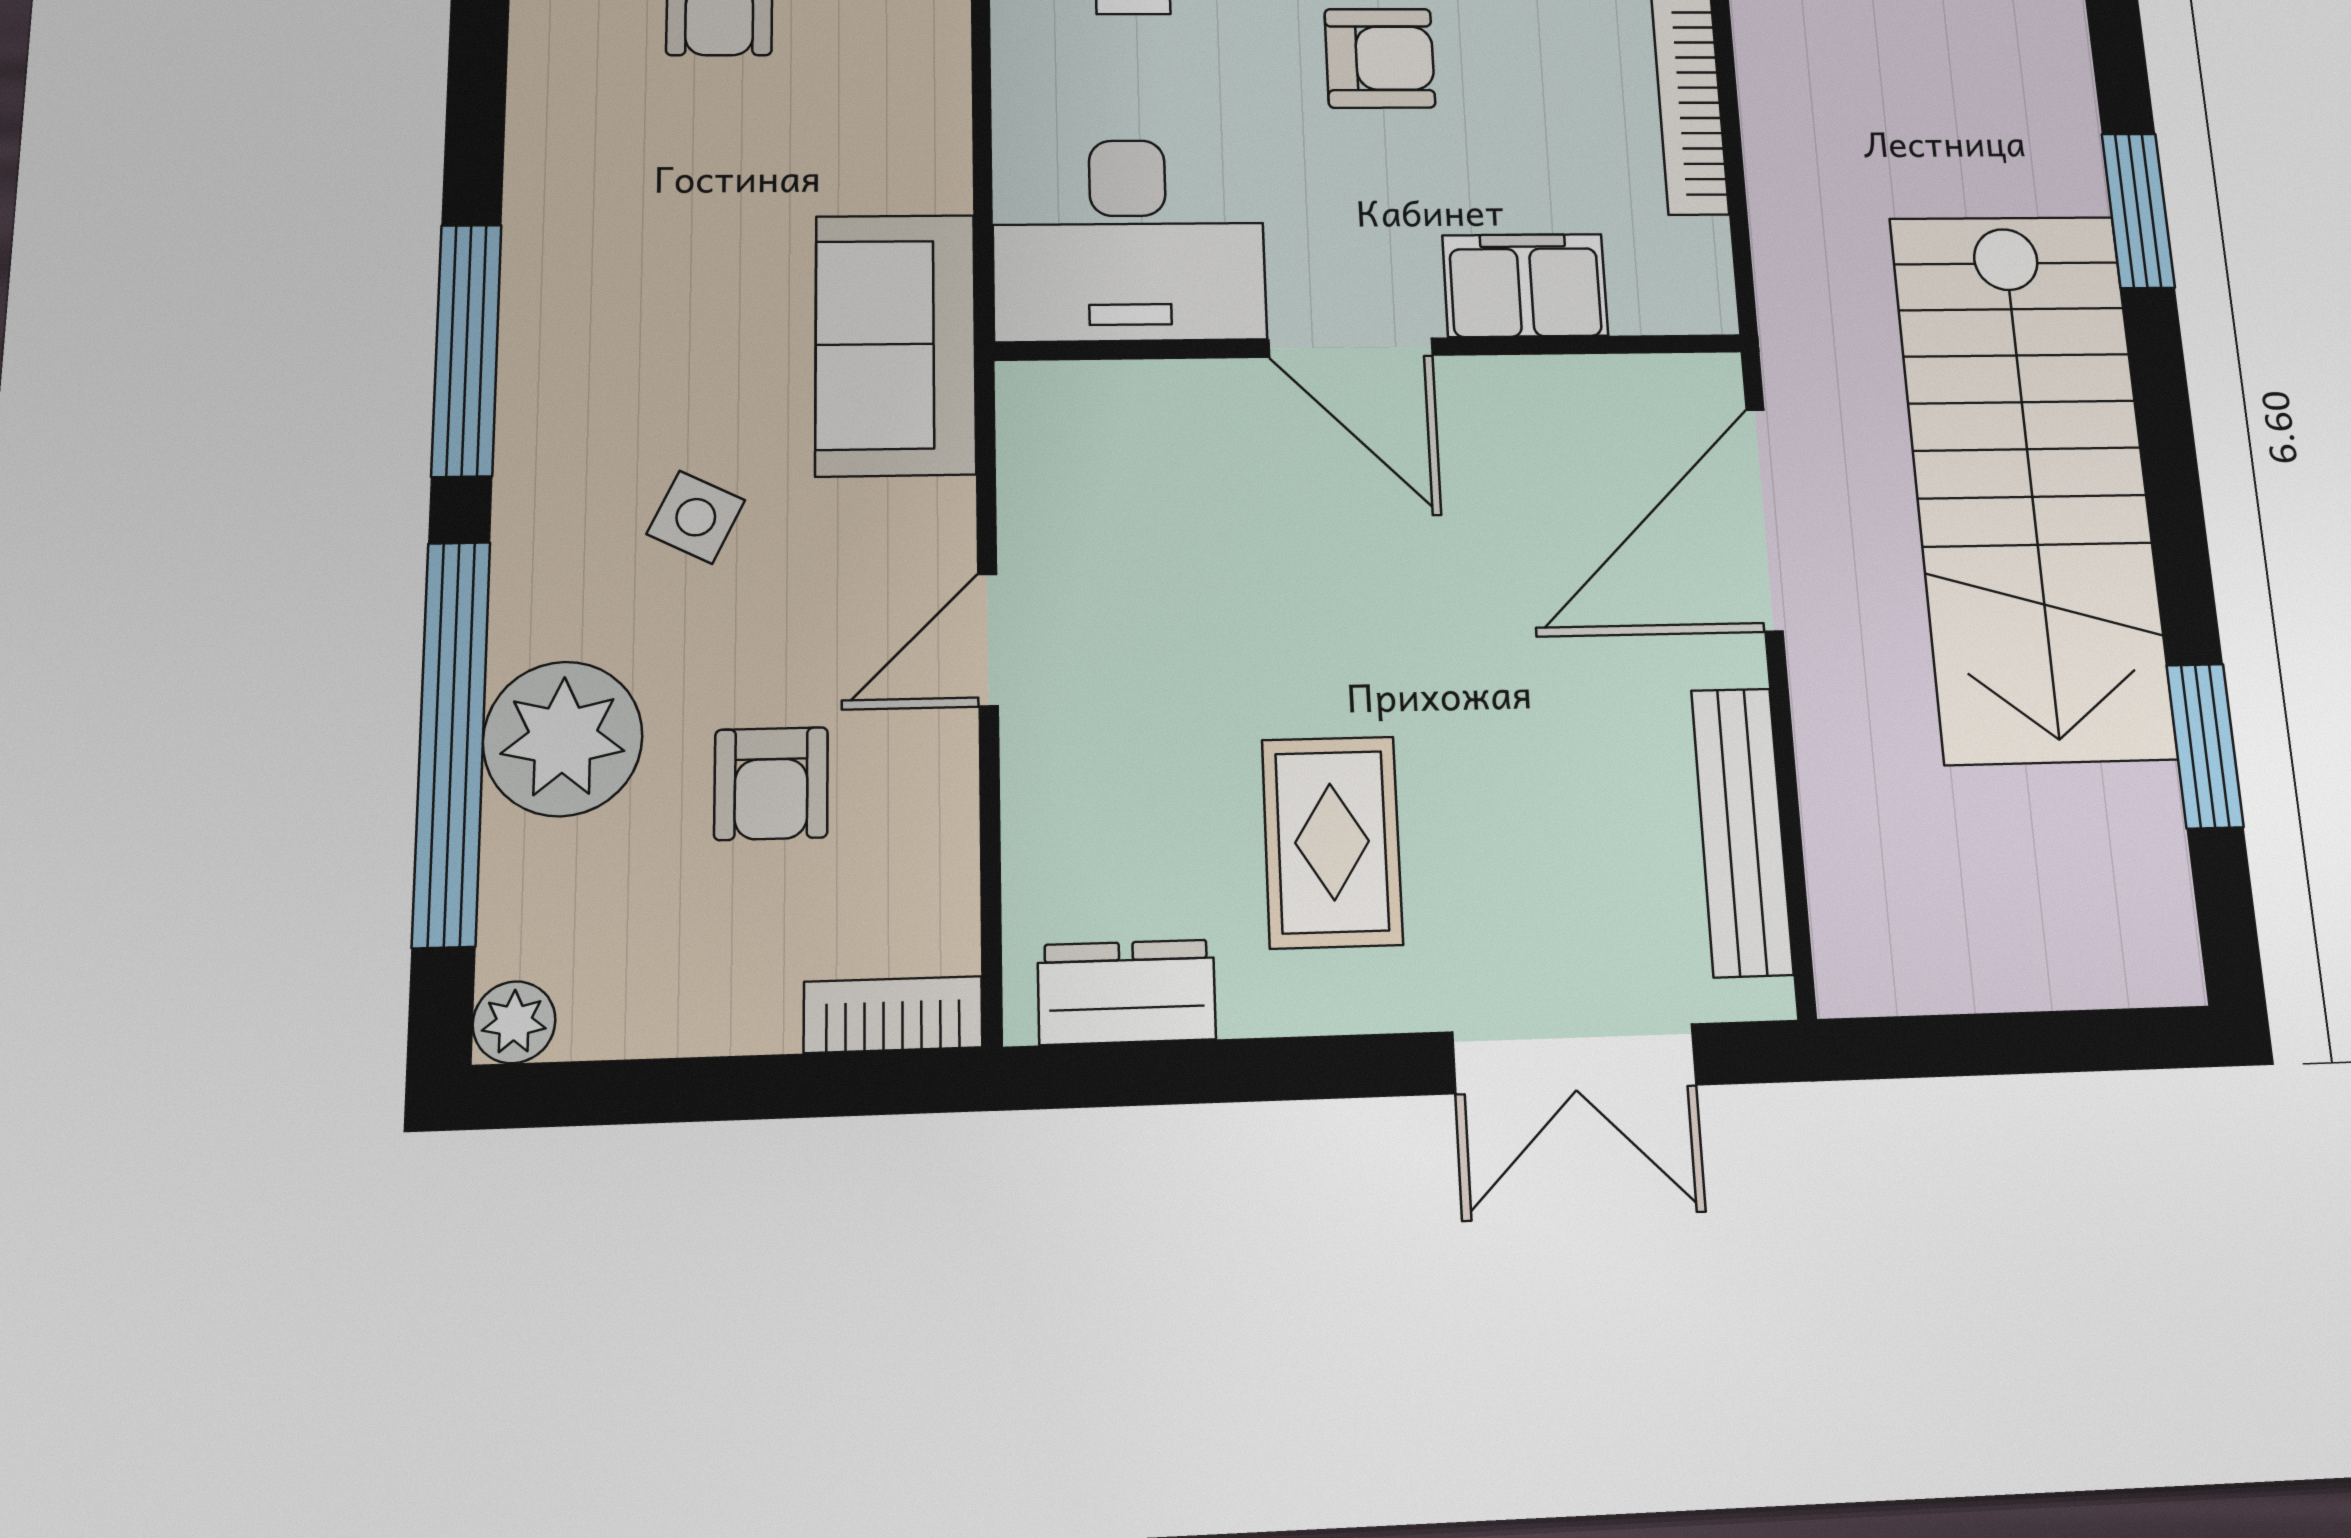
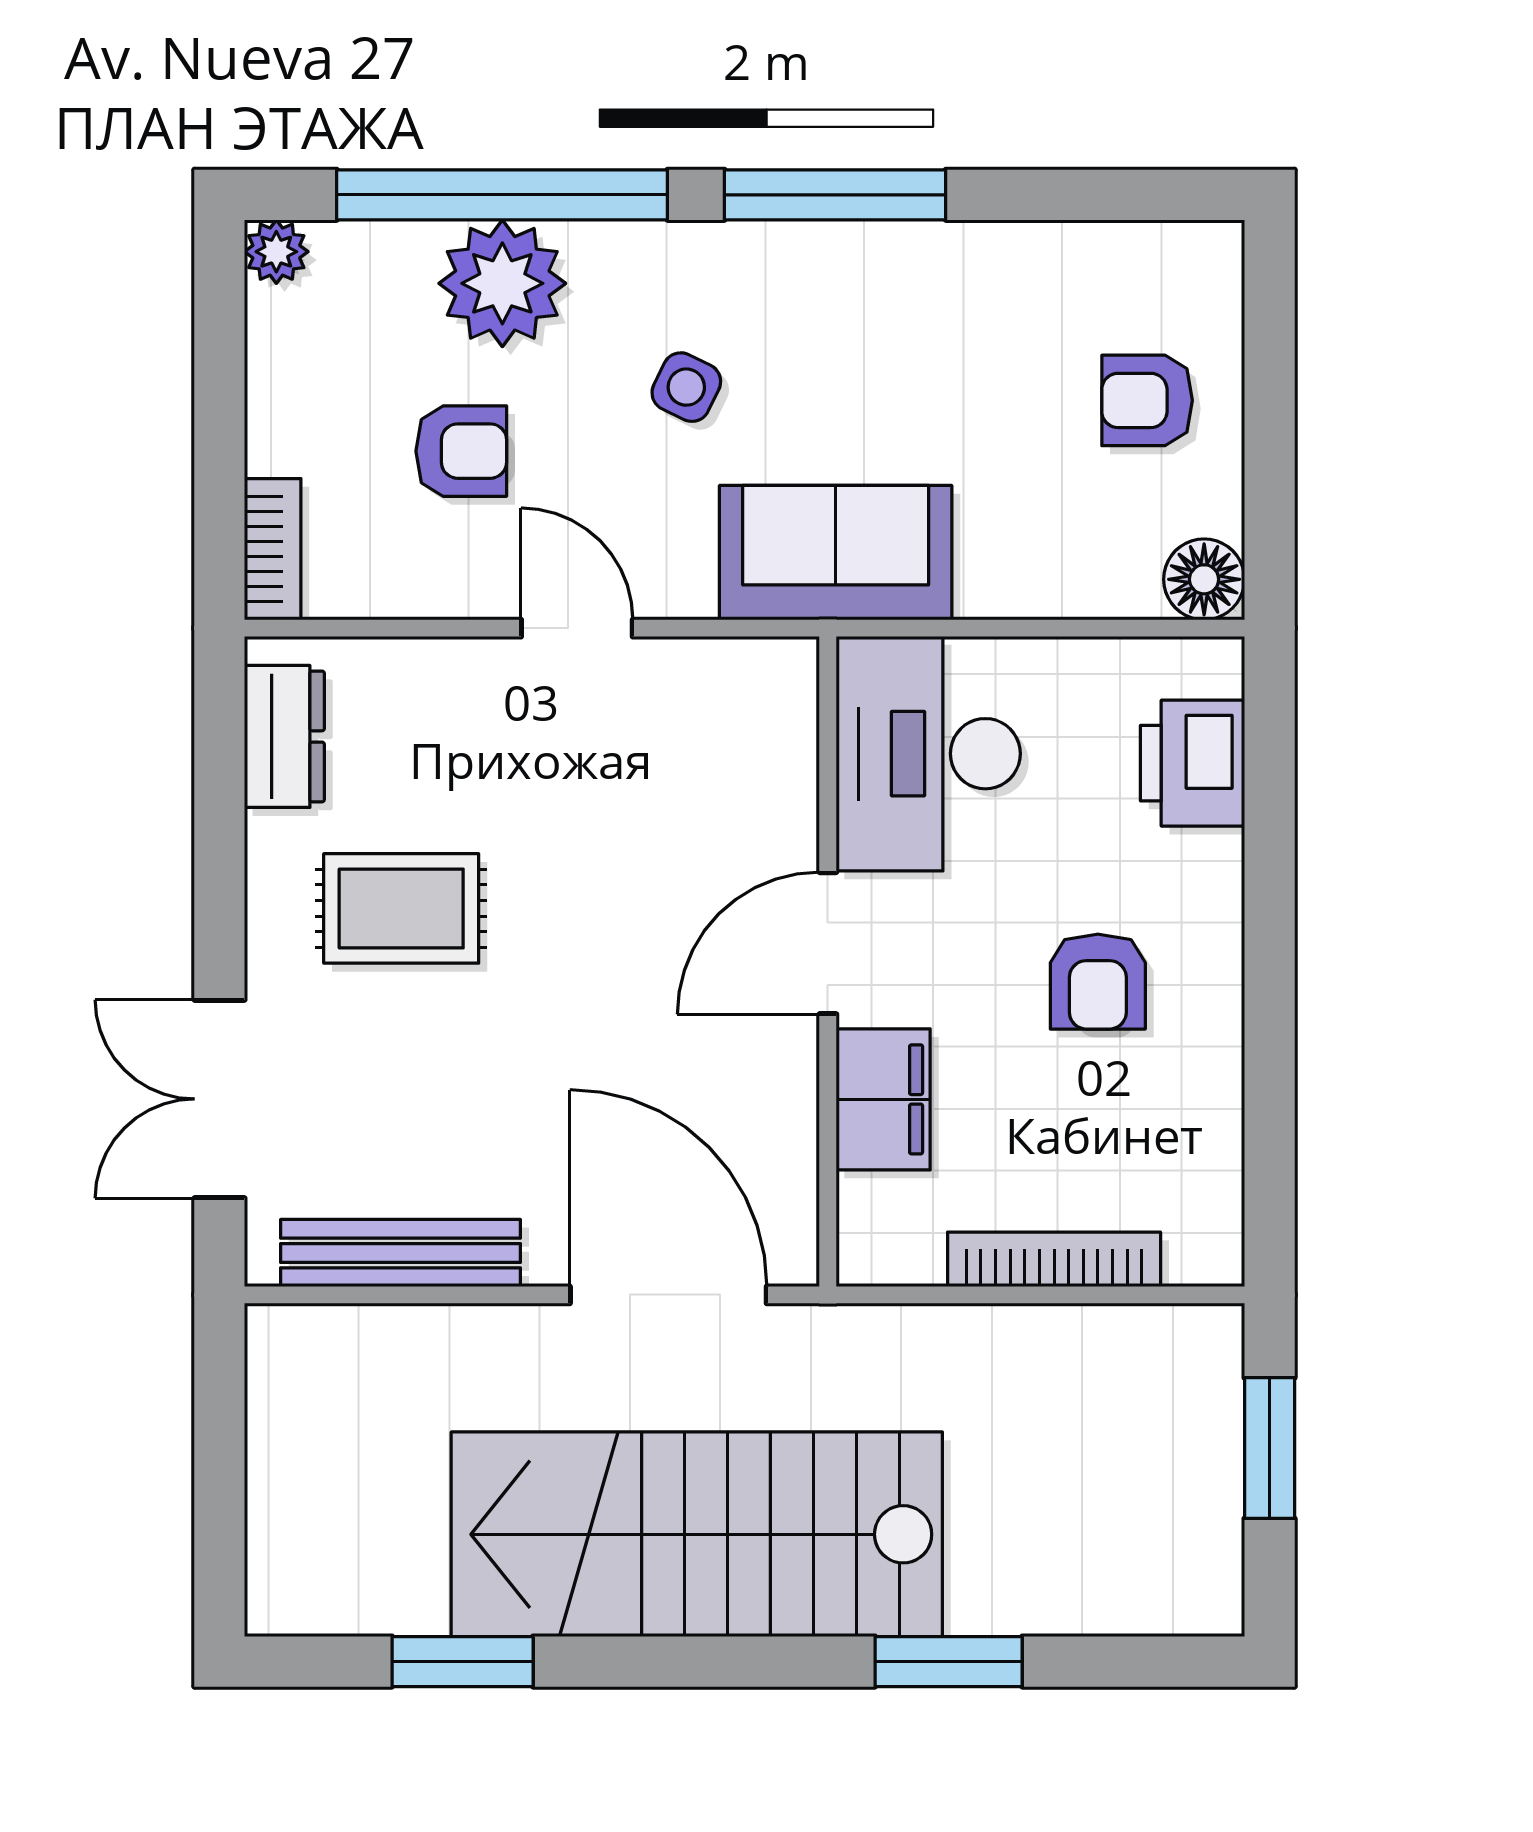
armchair: (771, 784) -> (461, 451), turned 180

